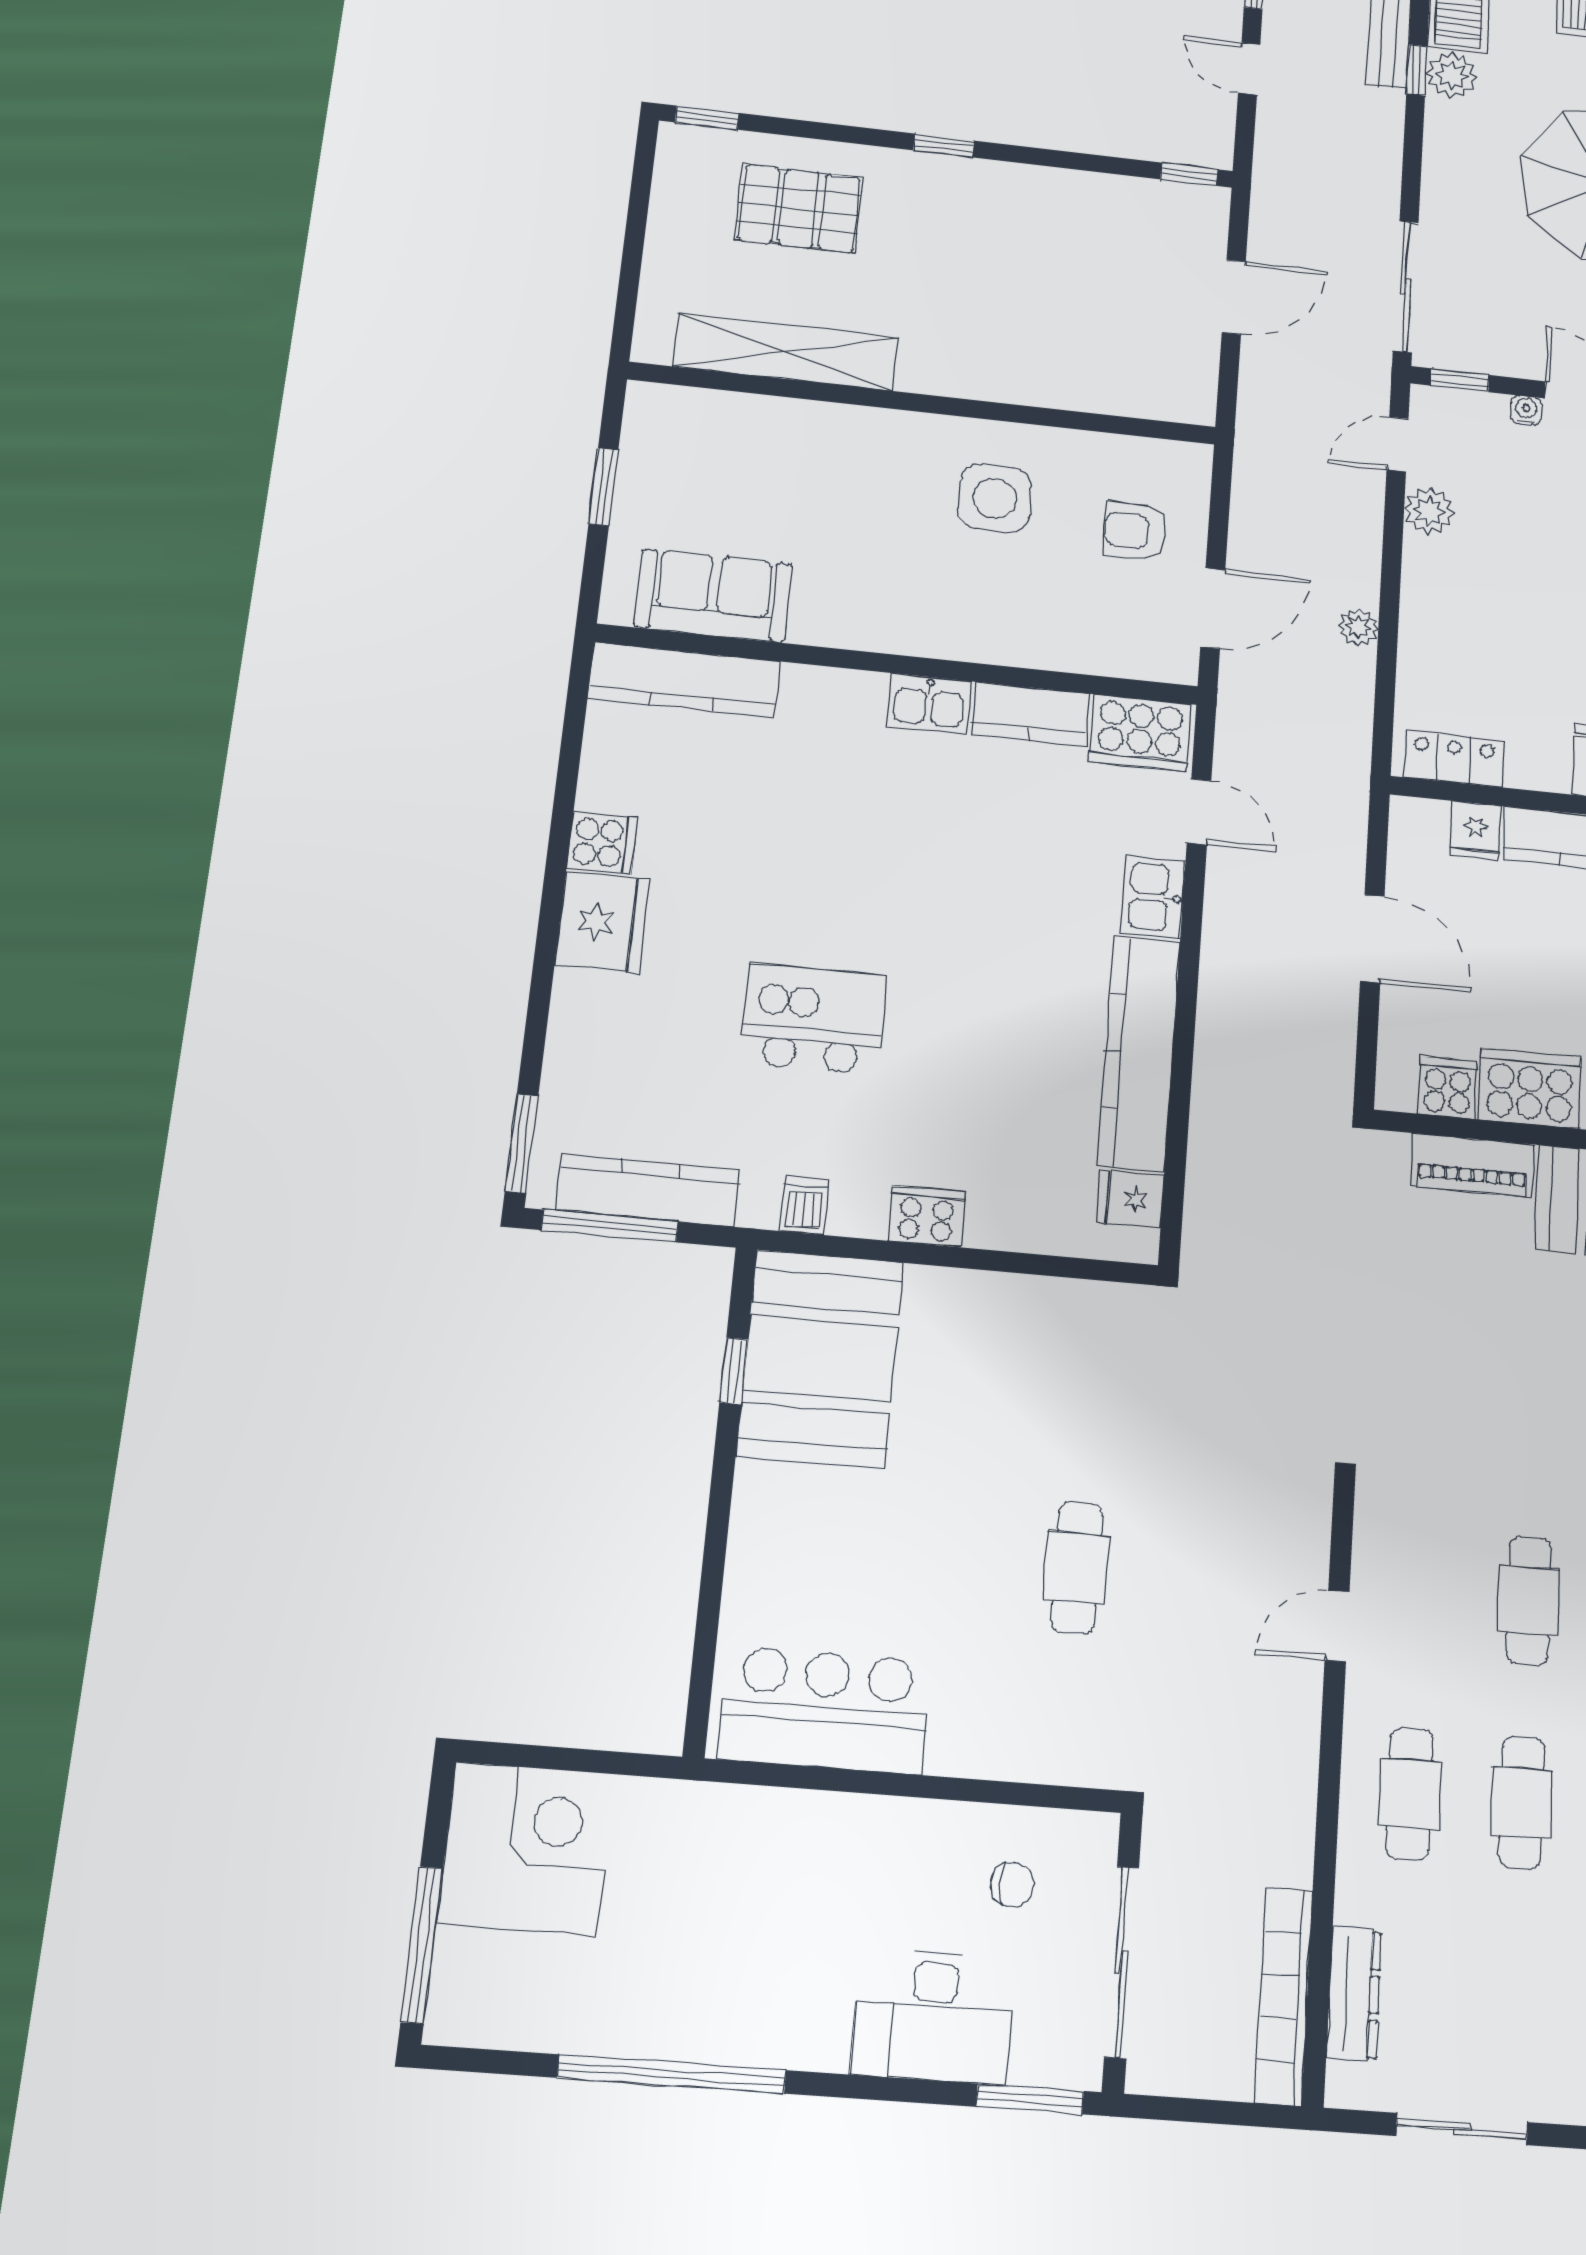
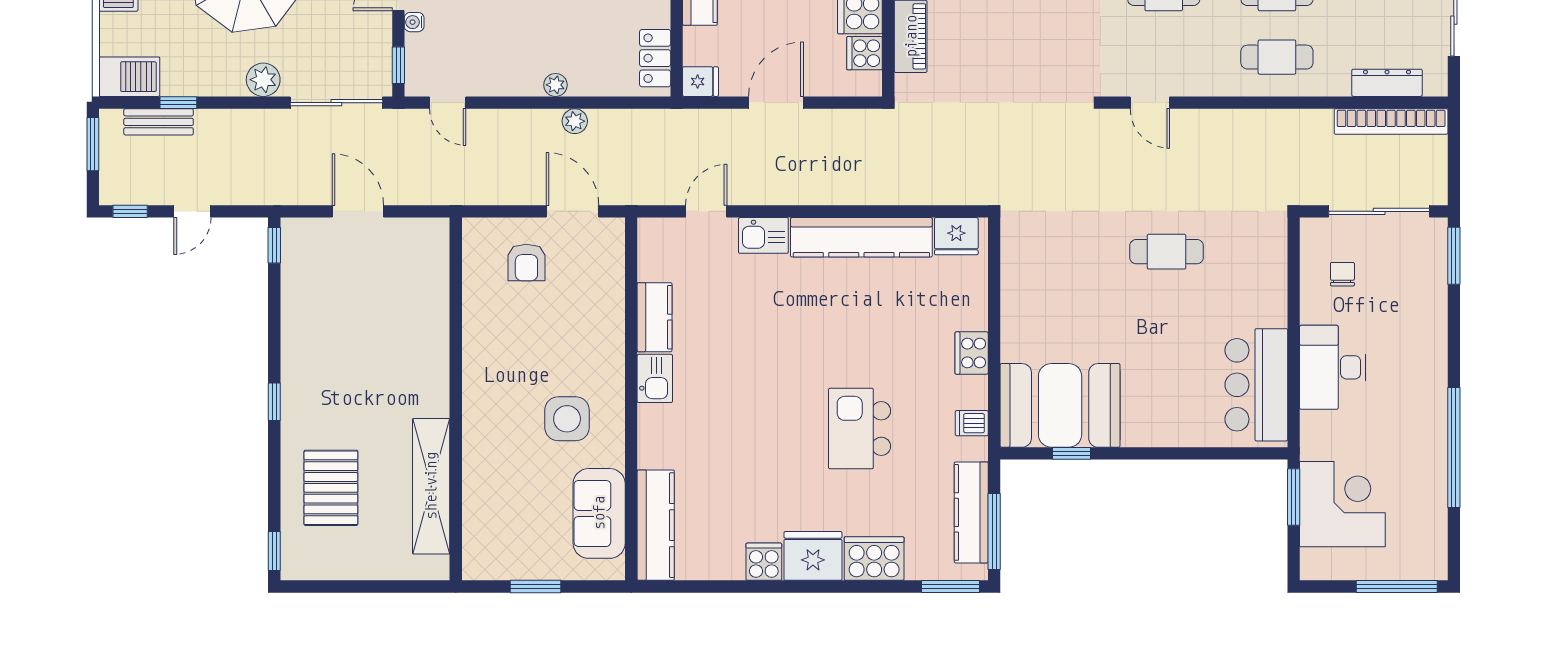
plant: (1451, 75) -> (263, 80), moved
side table: (995, 498) -> (567, 419), moved
plant: (1429, 511) -> (555, 85), moved, width x0.73, depth x0.73
cooker: (1140, 733) -> (874, 558), moved, turned -90
fridge: (1476, 831) -> (700, 82), moved
fridge: (1130, 1199) -> (956, 236), width x1.38
door: (1337, 1626) -> (1150, 103), moved
window: (612, 1763) -> (1294, 497), added
corner desk: (526, 1849) -> (1342, 504), moved, turned 90
desk: (933, 2016) -> (1333, 367), moved, turned 180

